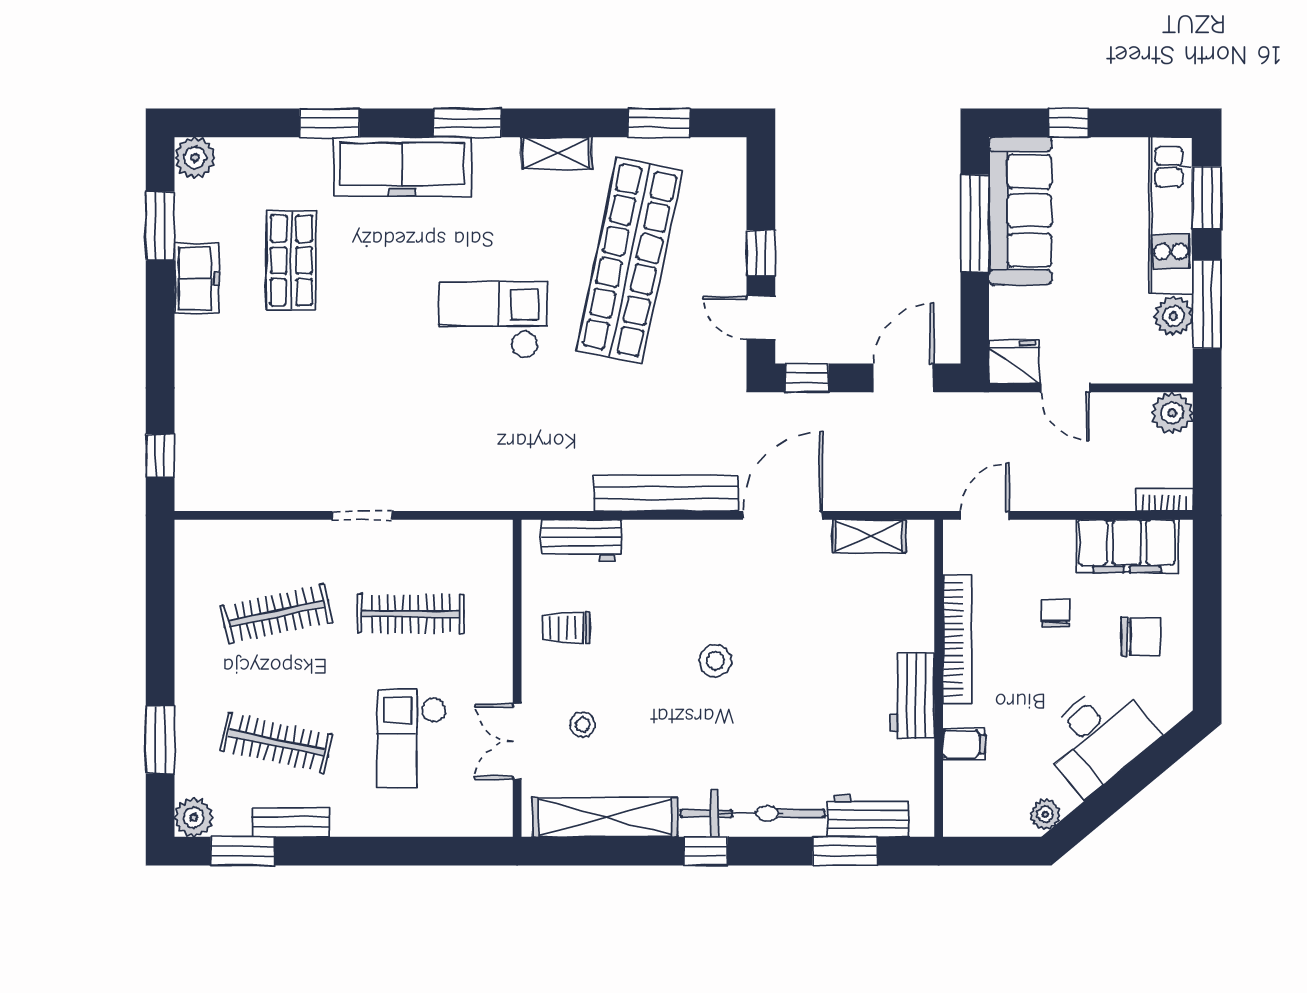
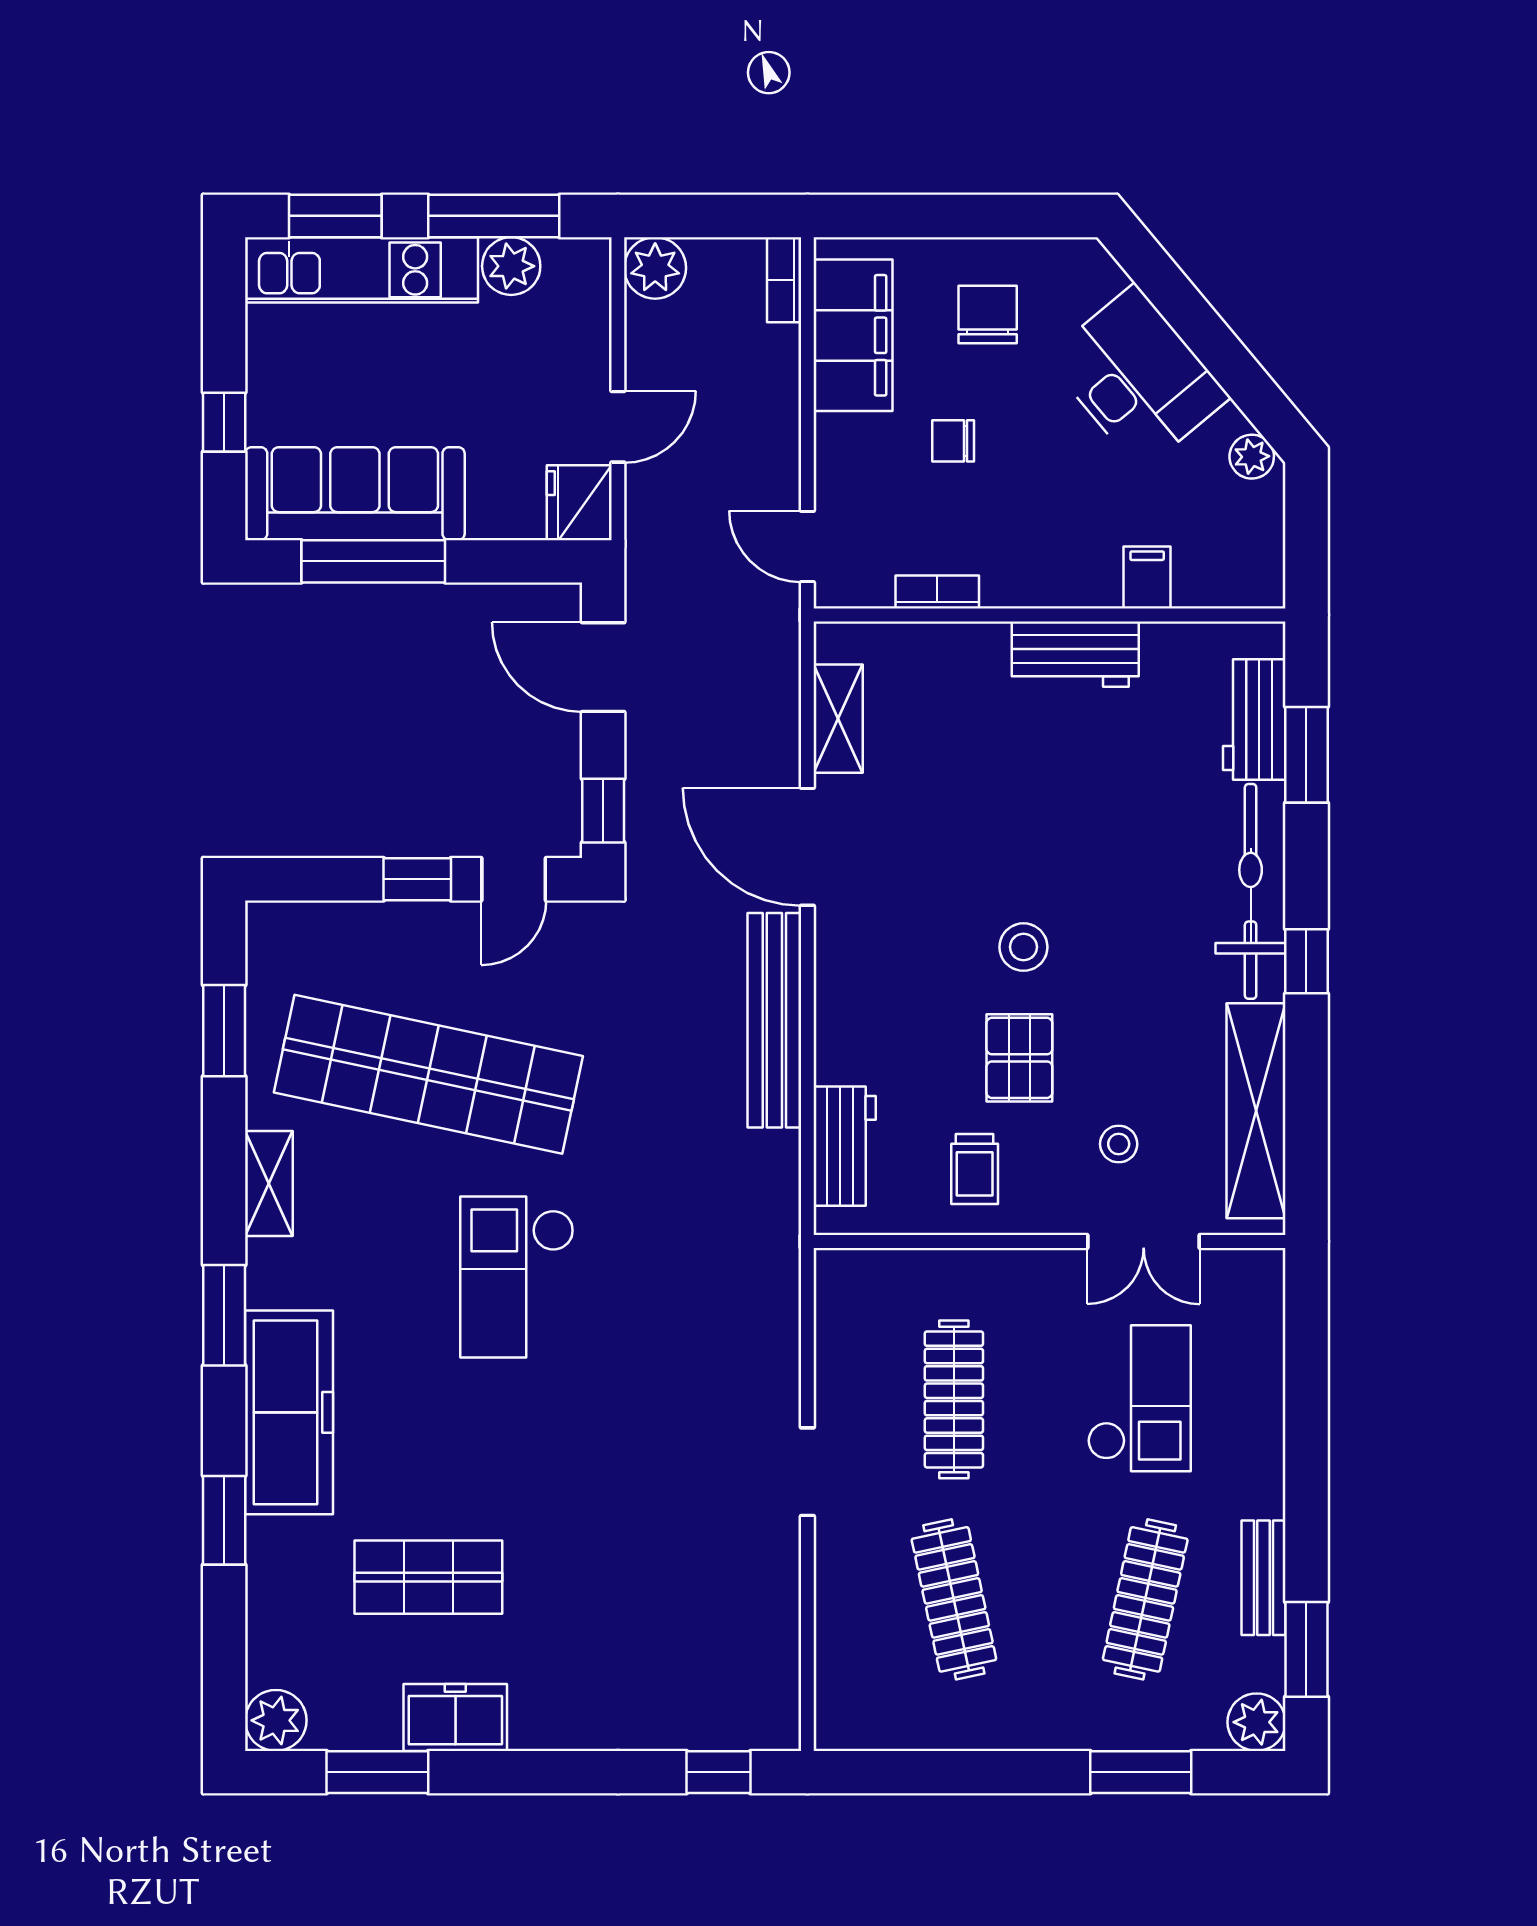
bookcase: (958, 639) -> (937, 592), width x0.43, depth x0.76
pallet: (641, 658) -> (1019, 1058), added
checkout: (412, 739) -> (1139, 1398), turned -90

